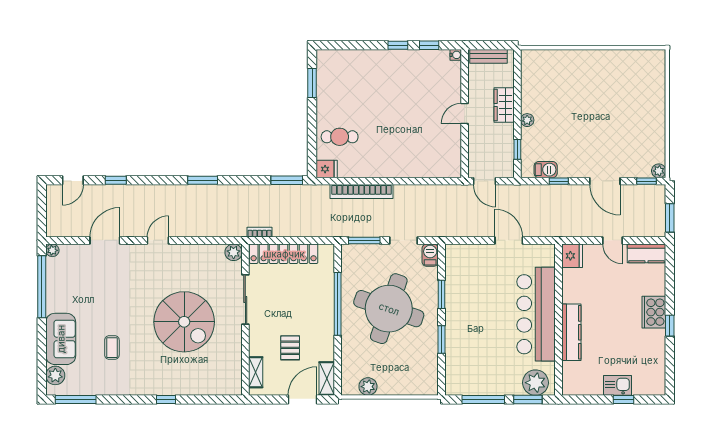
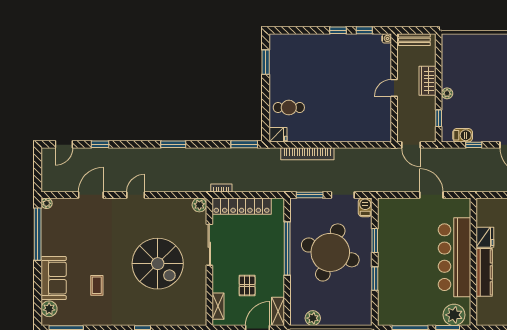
fridge: (572, 256) -> (485, 237), moved

